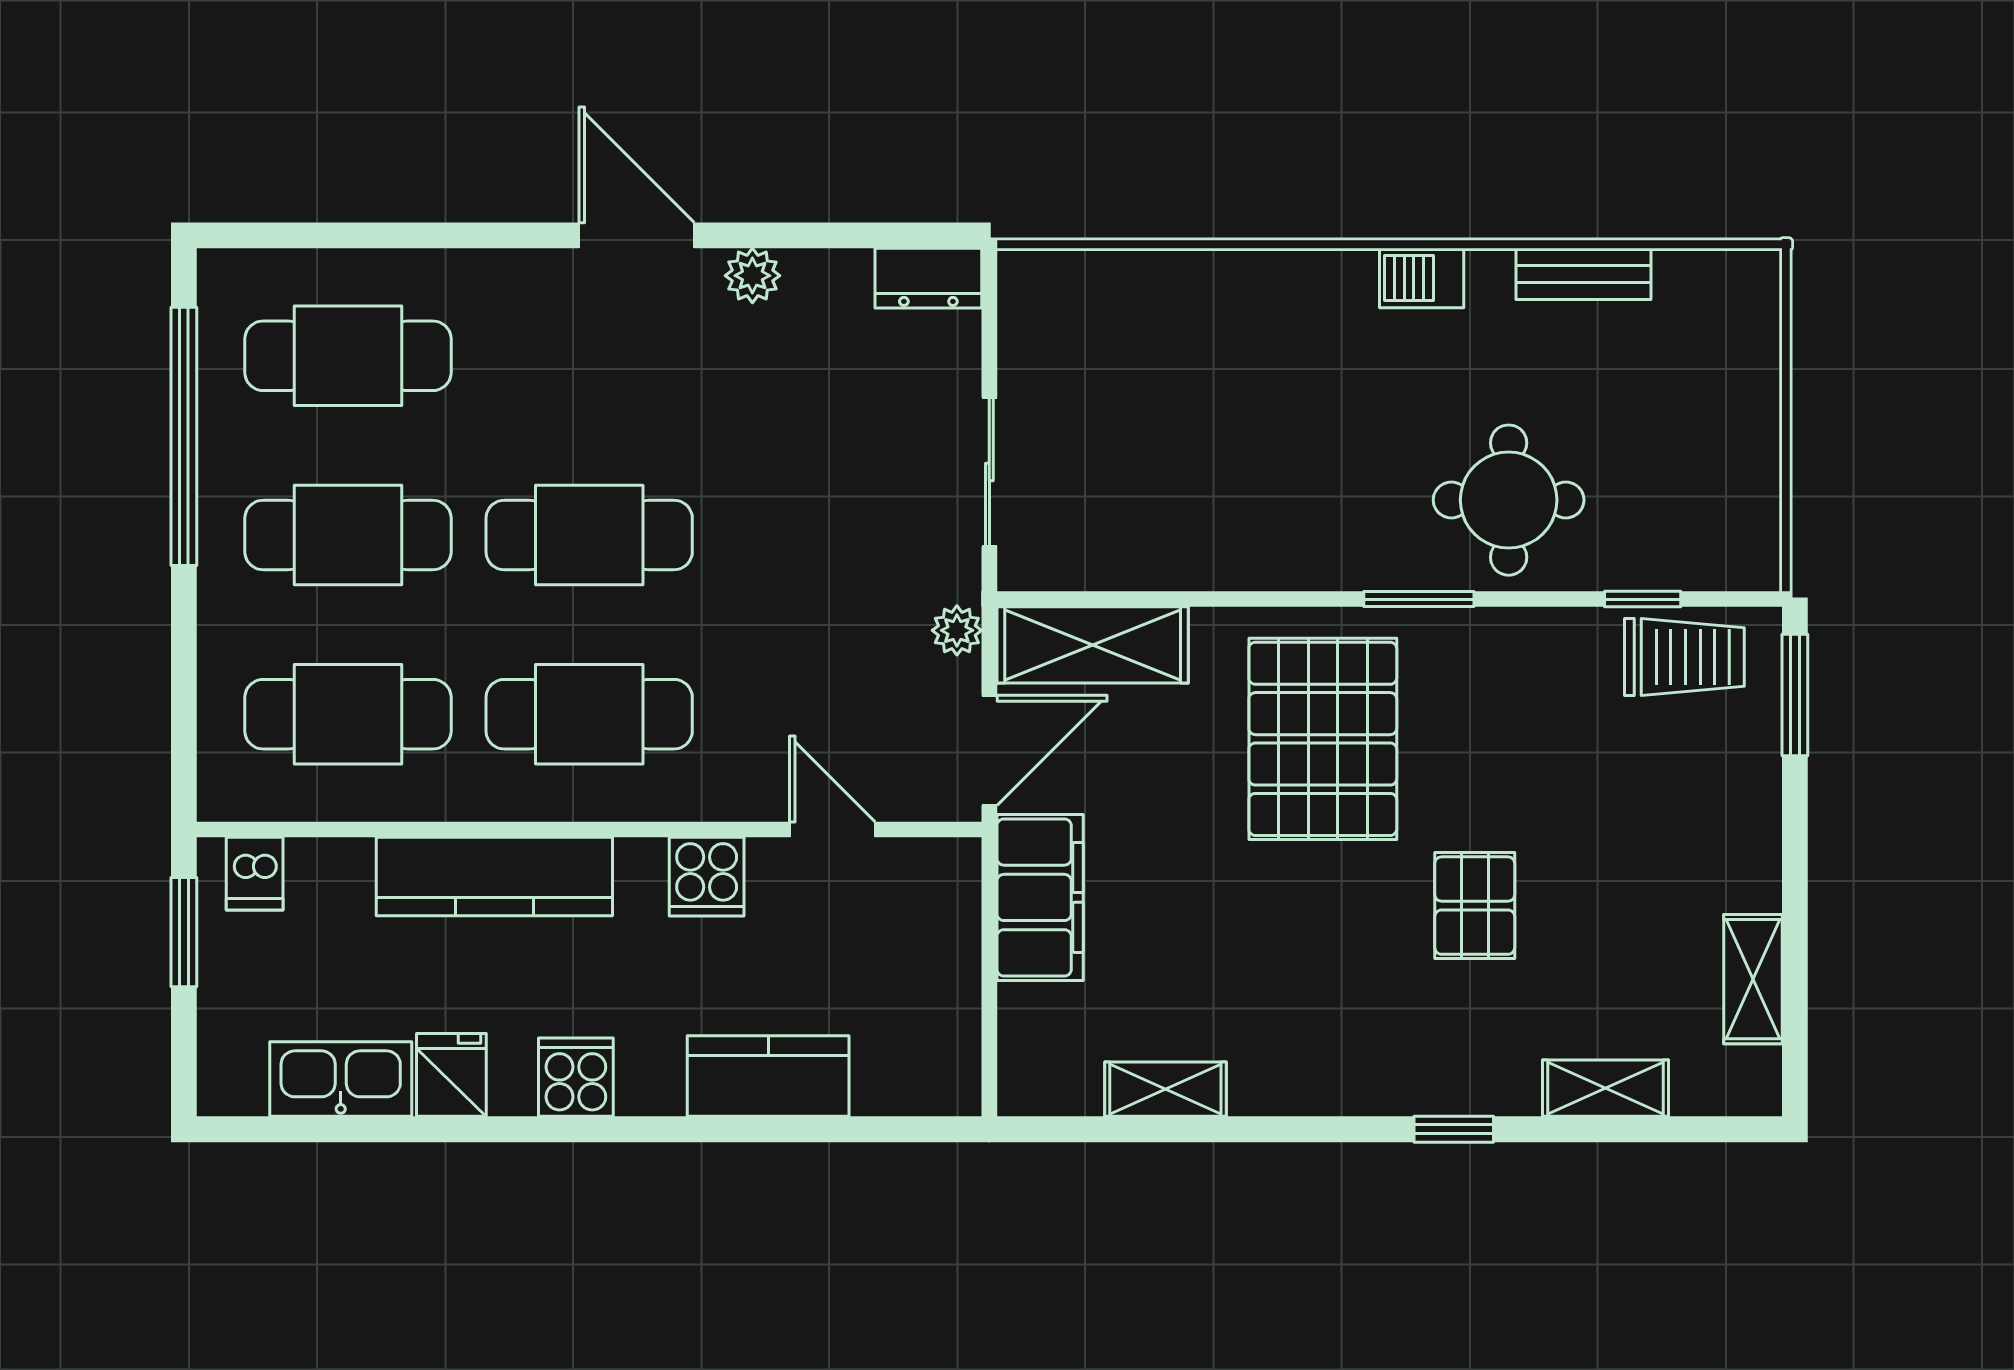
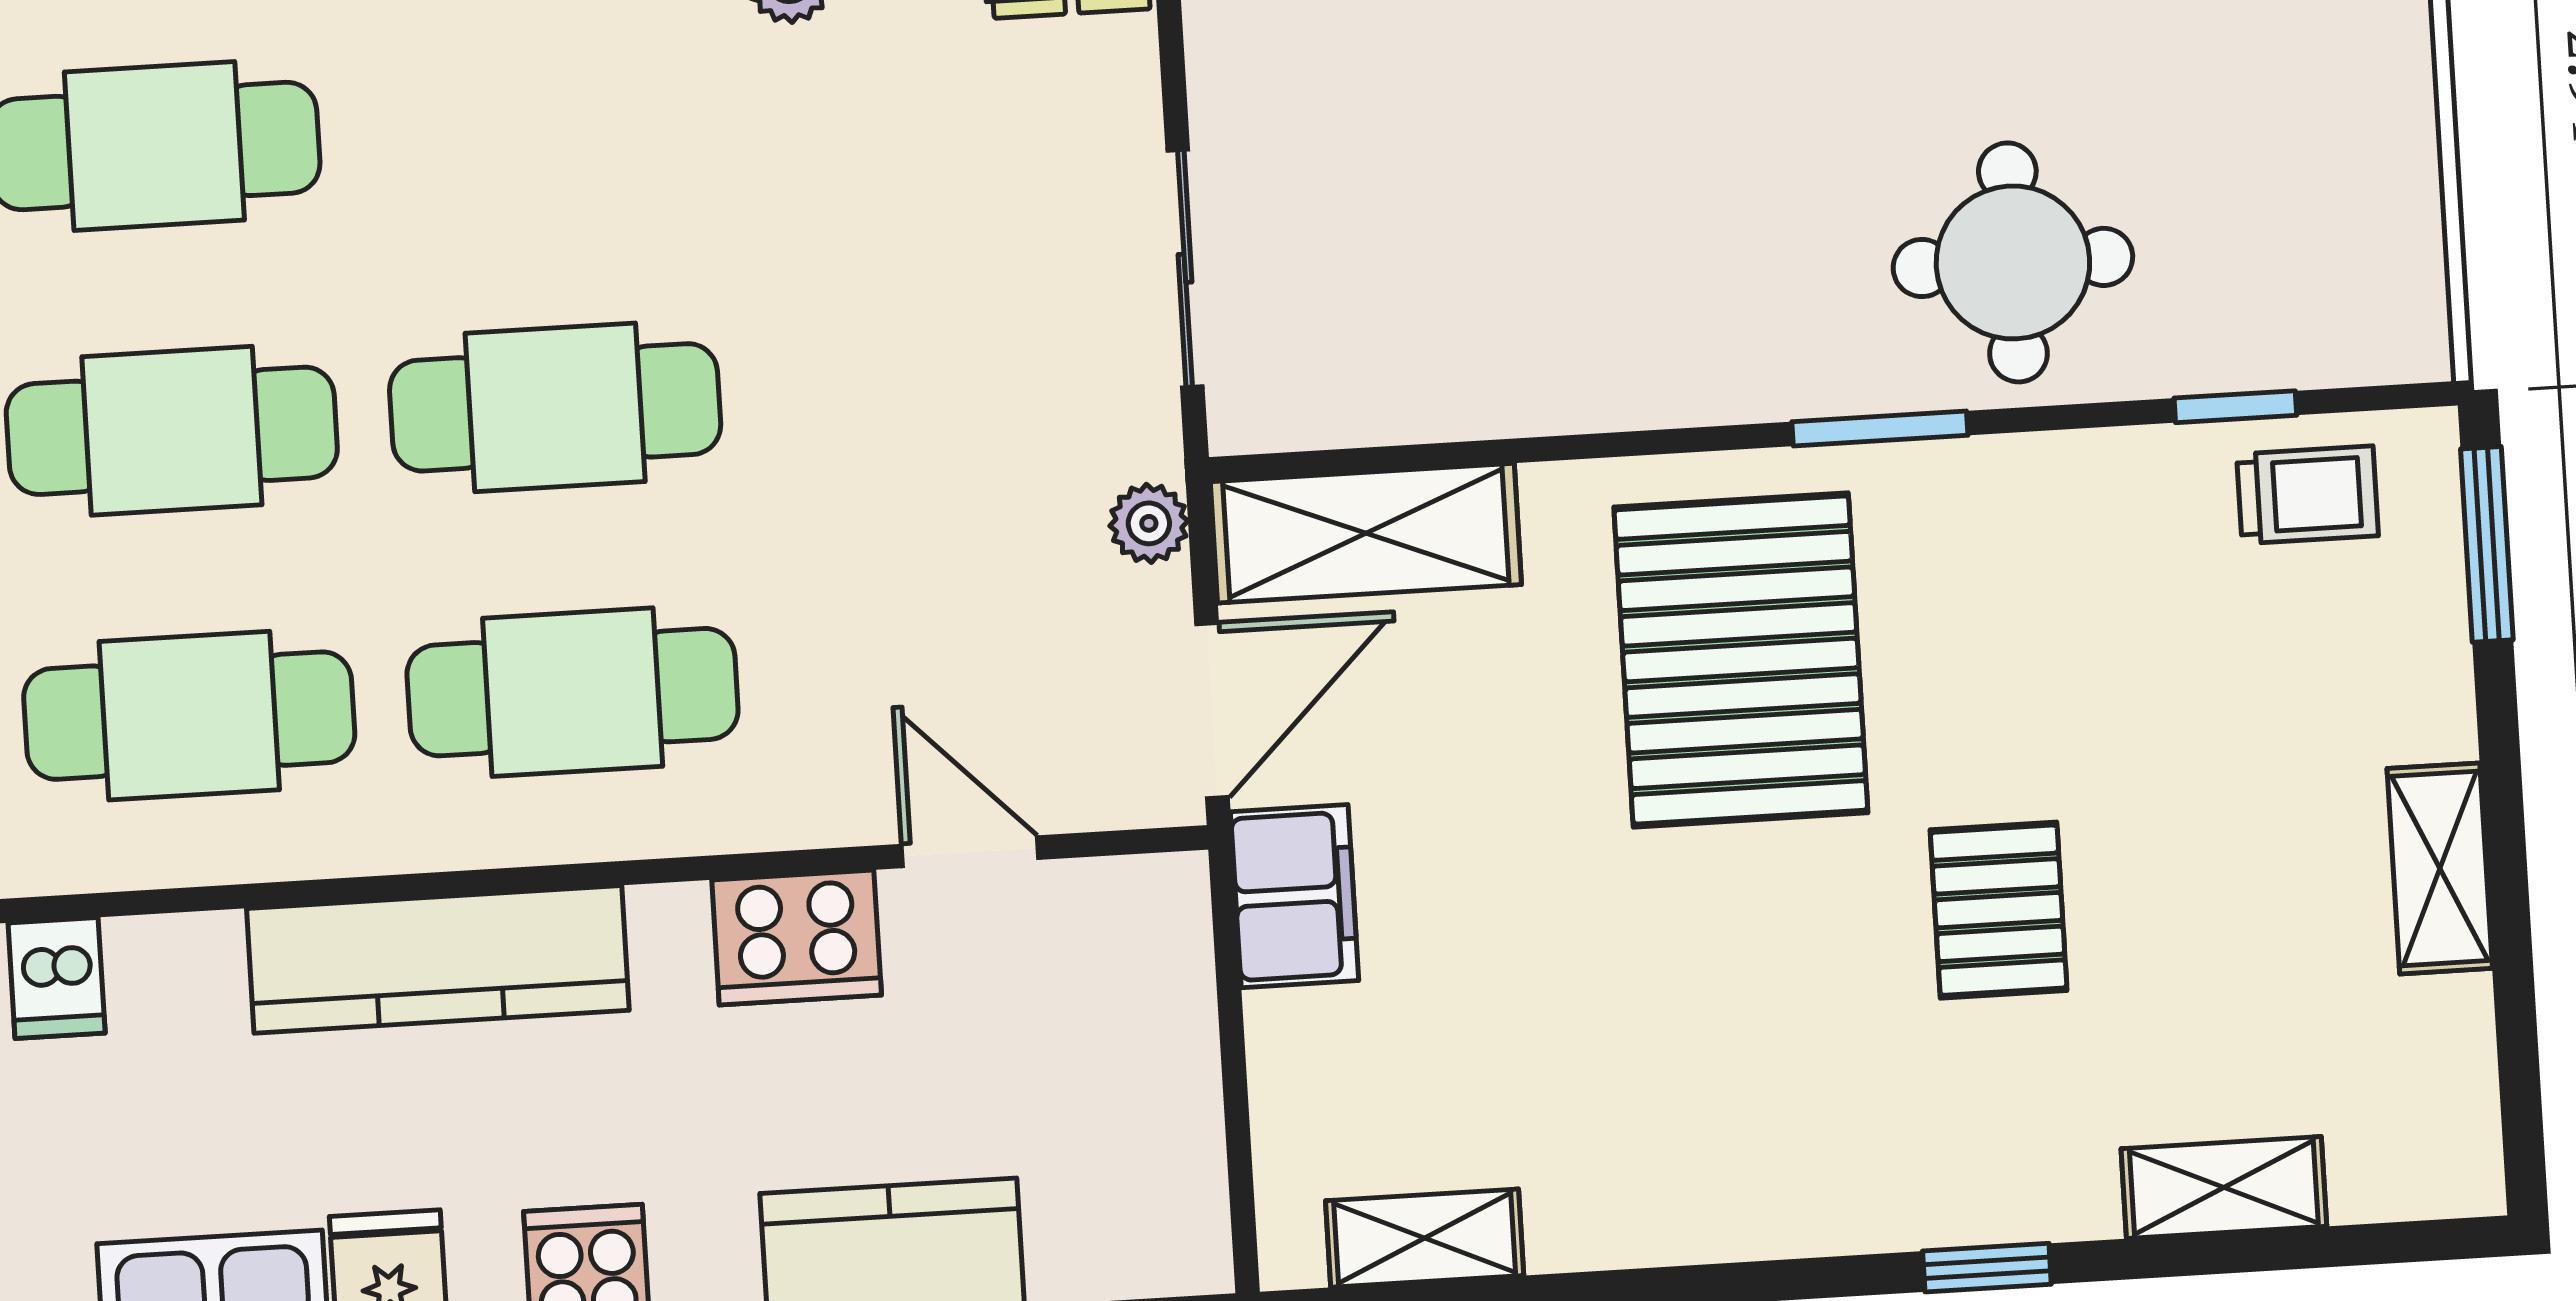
trolley: (1684, 657) -> (2307, 495), width x0.73, depth x0.72
cooker: (707, 877) -> (797, 938), width x1.36
filing cabinet: (1040, 897) -> (1295, 896), width x0.67, depth x0.86
shelving: (1753, 979) -> (2440, 868), moved
shelving: (1165, 1089) -> (1425, 1238), moved

